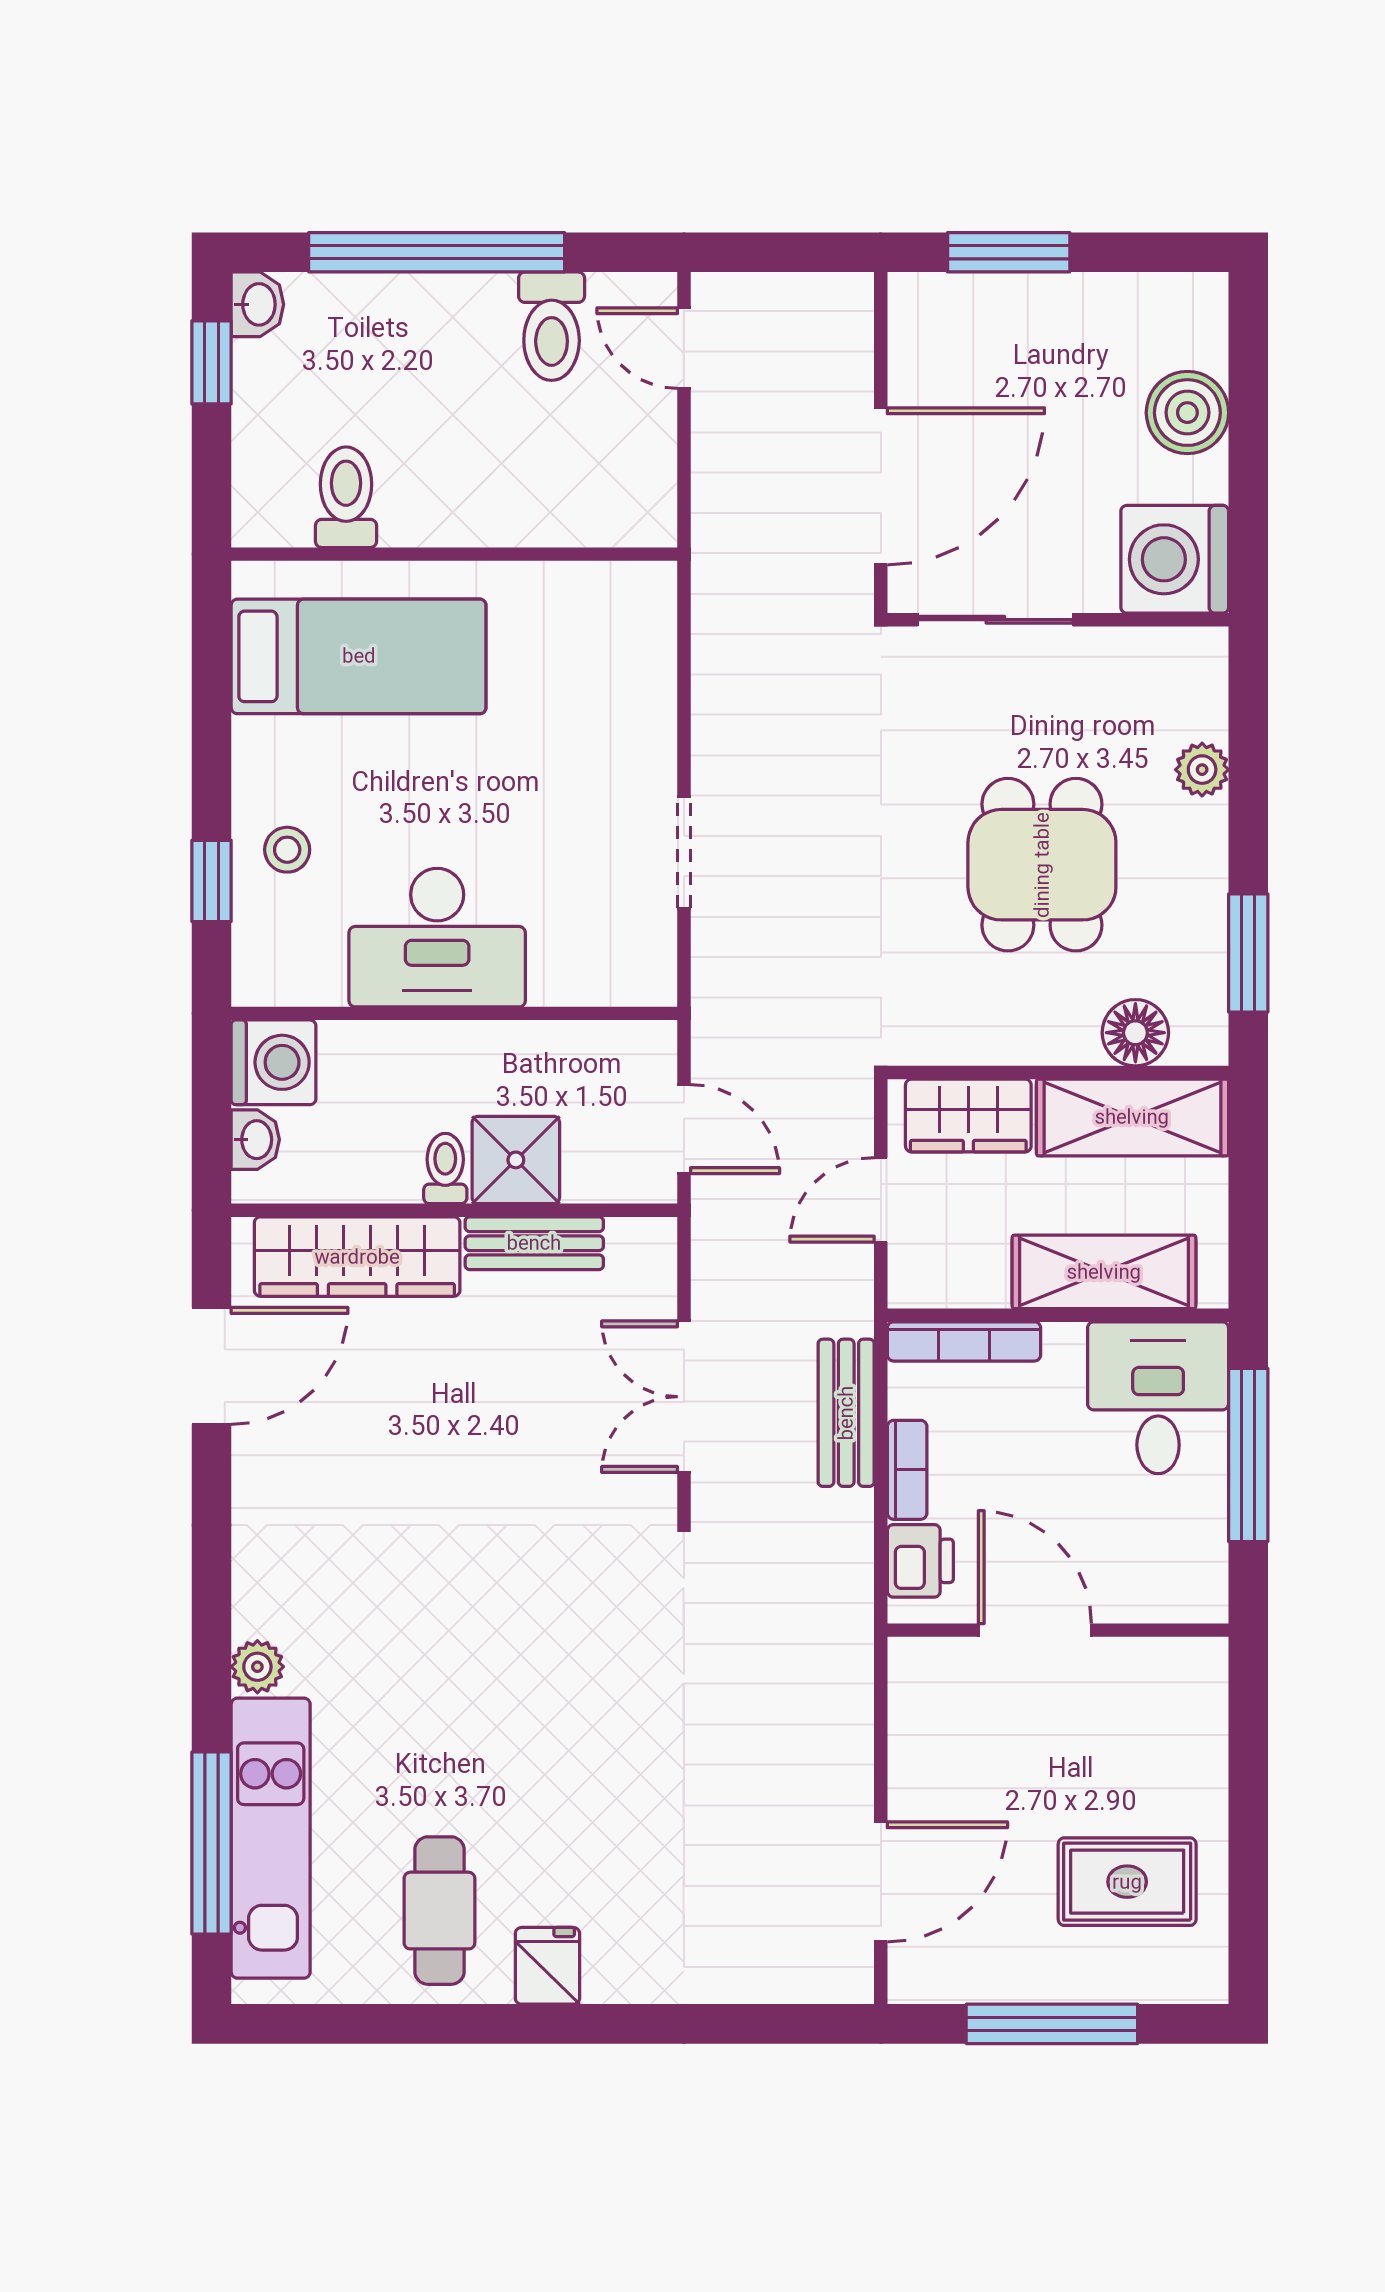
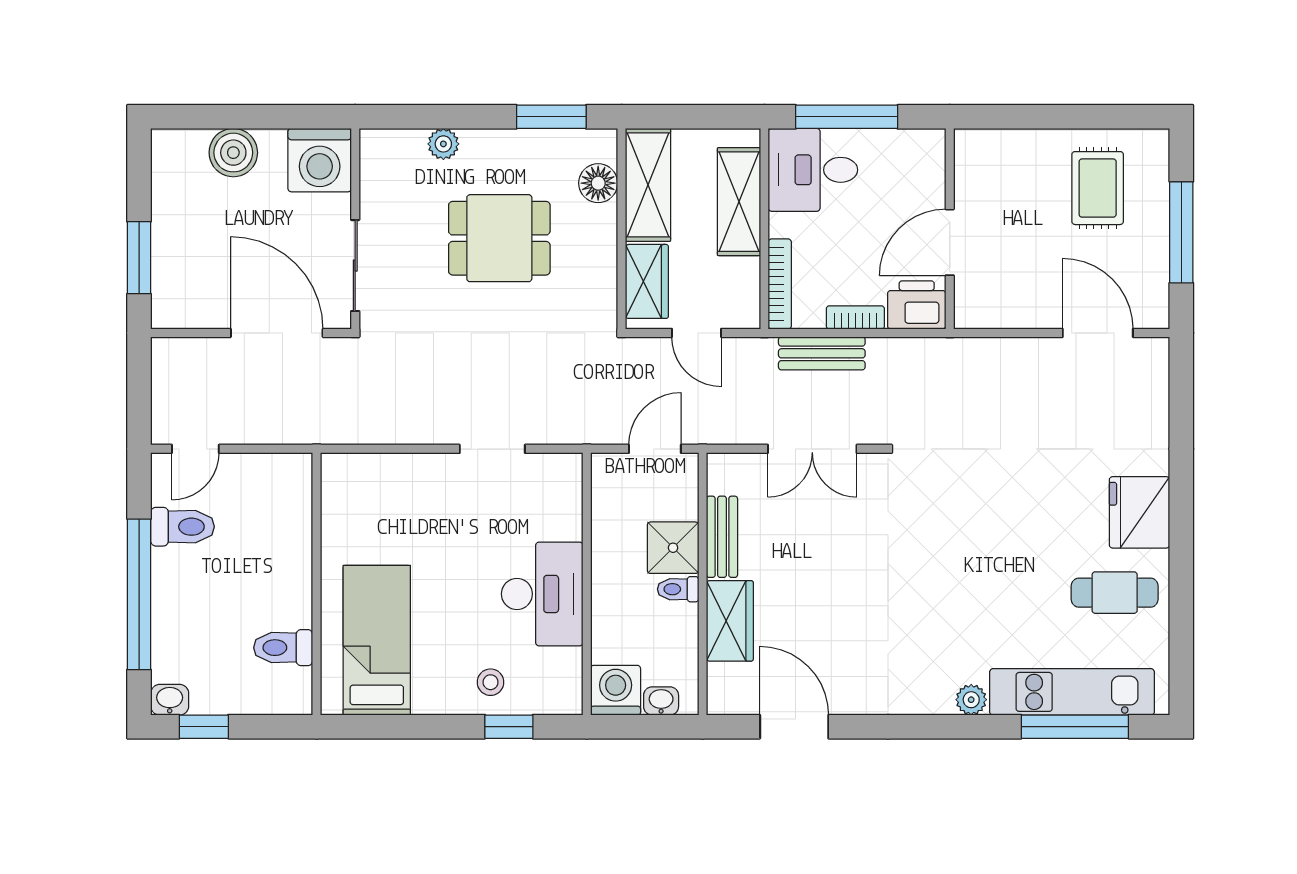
wardrobe: (357, 1257) -> (730, 621), width x0.67
printer: (920, 1561) -> (917, 305), width x1.36, depth x1.24
fridge: (547, 1966) -> (1139, 512), width x1.88, depth x1.34

